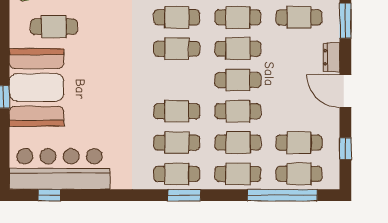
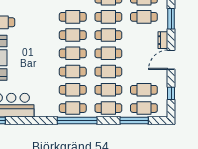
cafe table: (177, 80) -> (73, 53), added
door: (345, 91) -> (171, 60), hinge flipped
window: (184, 195) -> (77, 120), width x2.11
window: (282, 195) -> (134, 120), width x0.68

